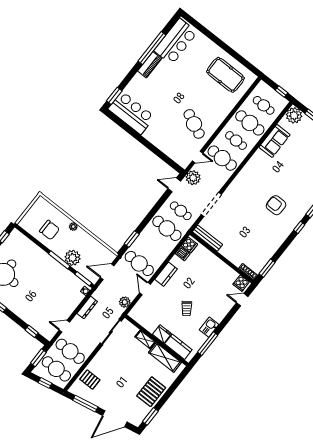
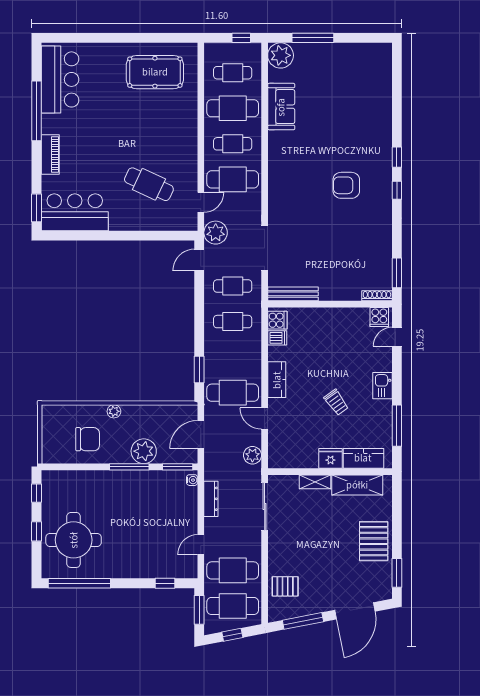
piano: (150, 65) -> (50, 154), moved
cafe table: (194, 124) -> (149, 184), moved
cafe table: (167, 228) -> (233, 322), width x0.73, depth x0.74
kitchen sink: (209, 327) -> (383, 386), moved

